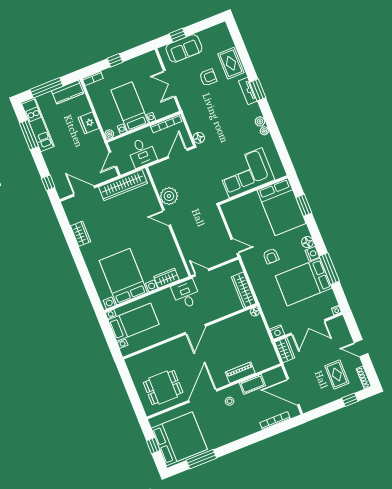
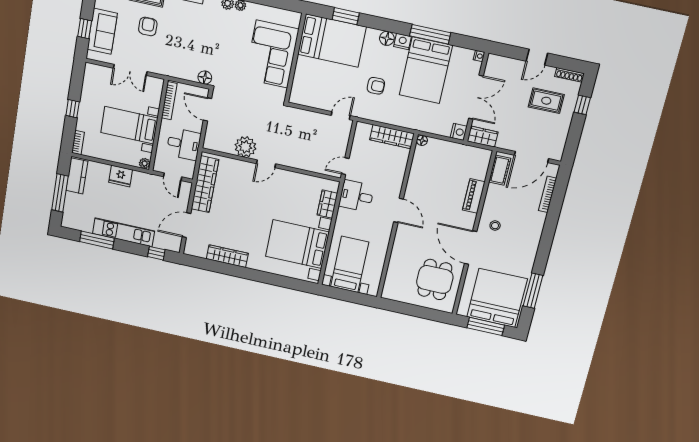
kitchen unit: (38, 125) -> (124, 232), moved
wardrobe: (81, 234) -> (227, 256), width x1.50
cot: (252, 384) -> (500, 170), moved
window: (153, 446) -> (486, 326), width x2.17

